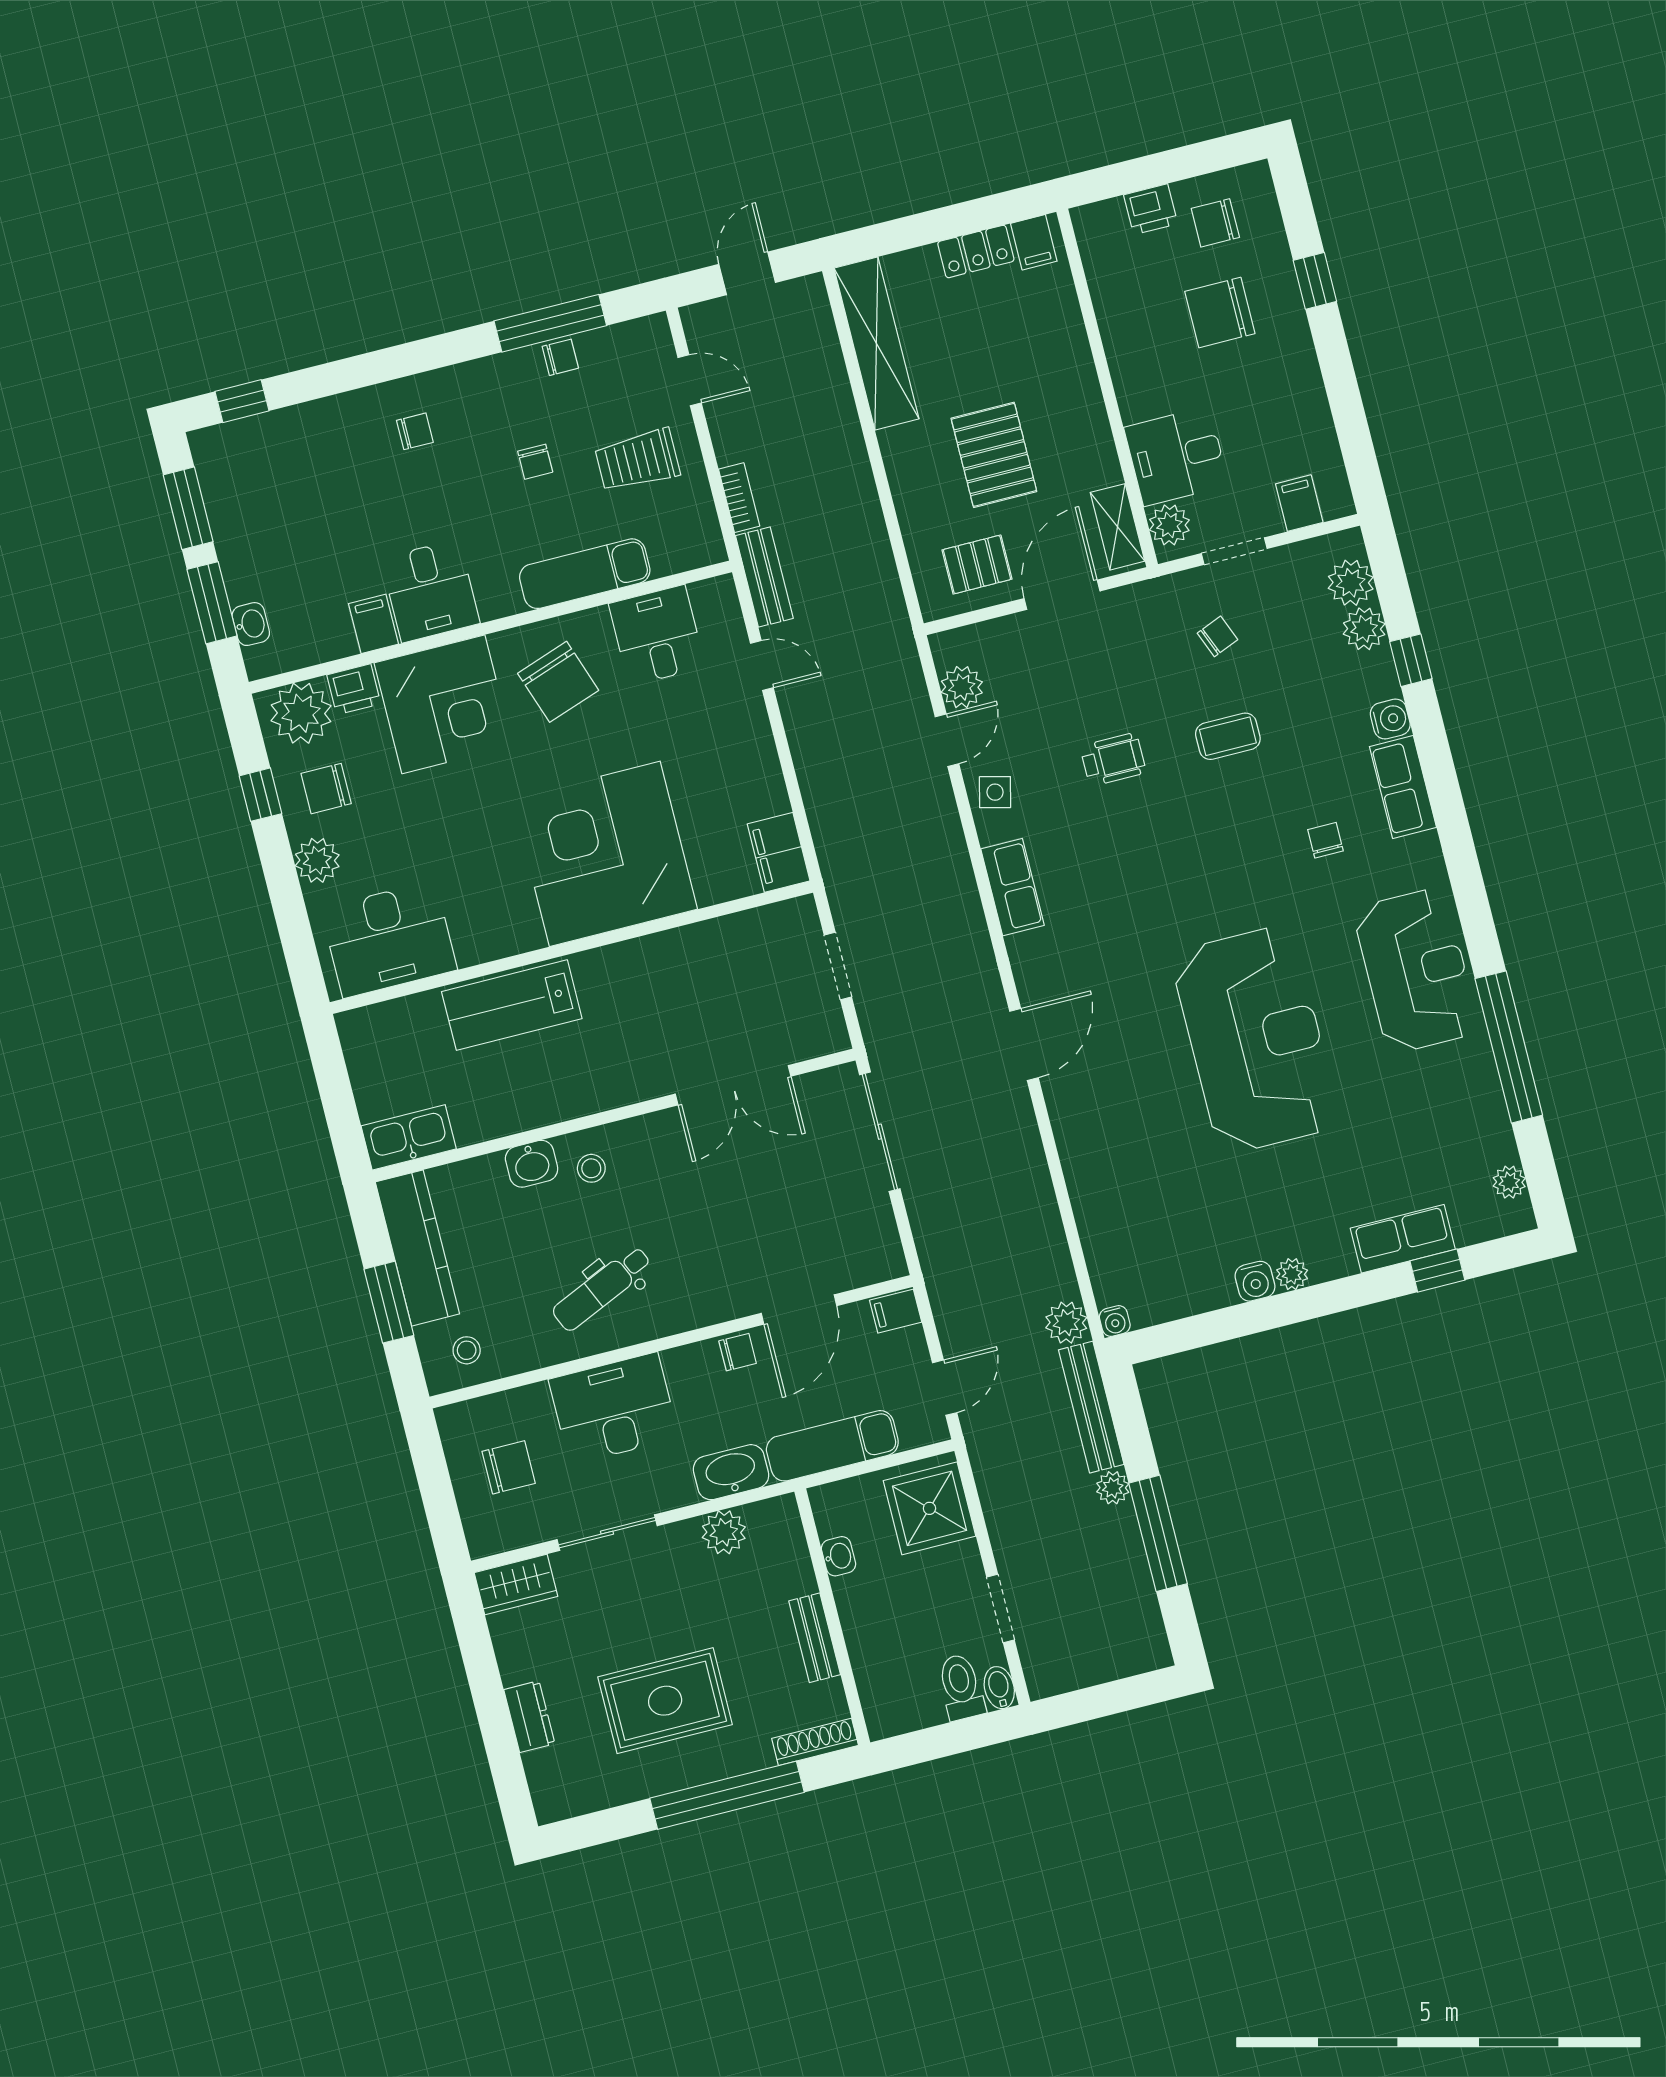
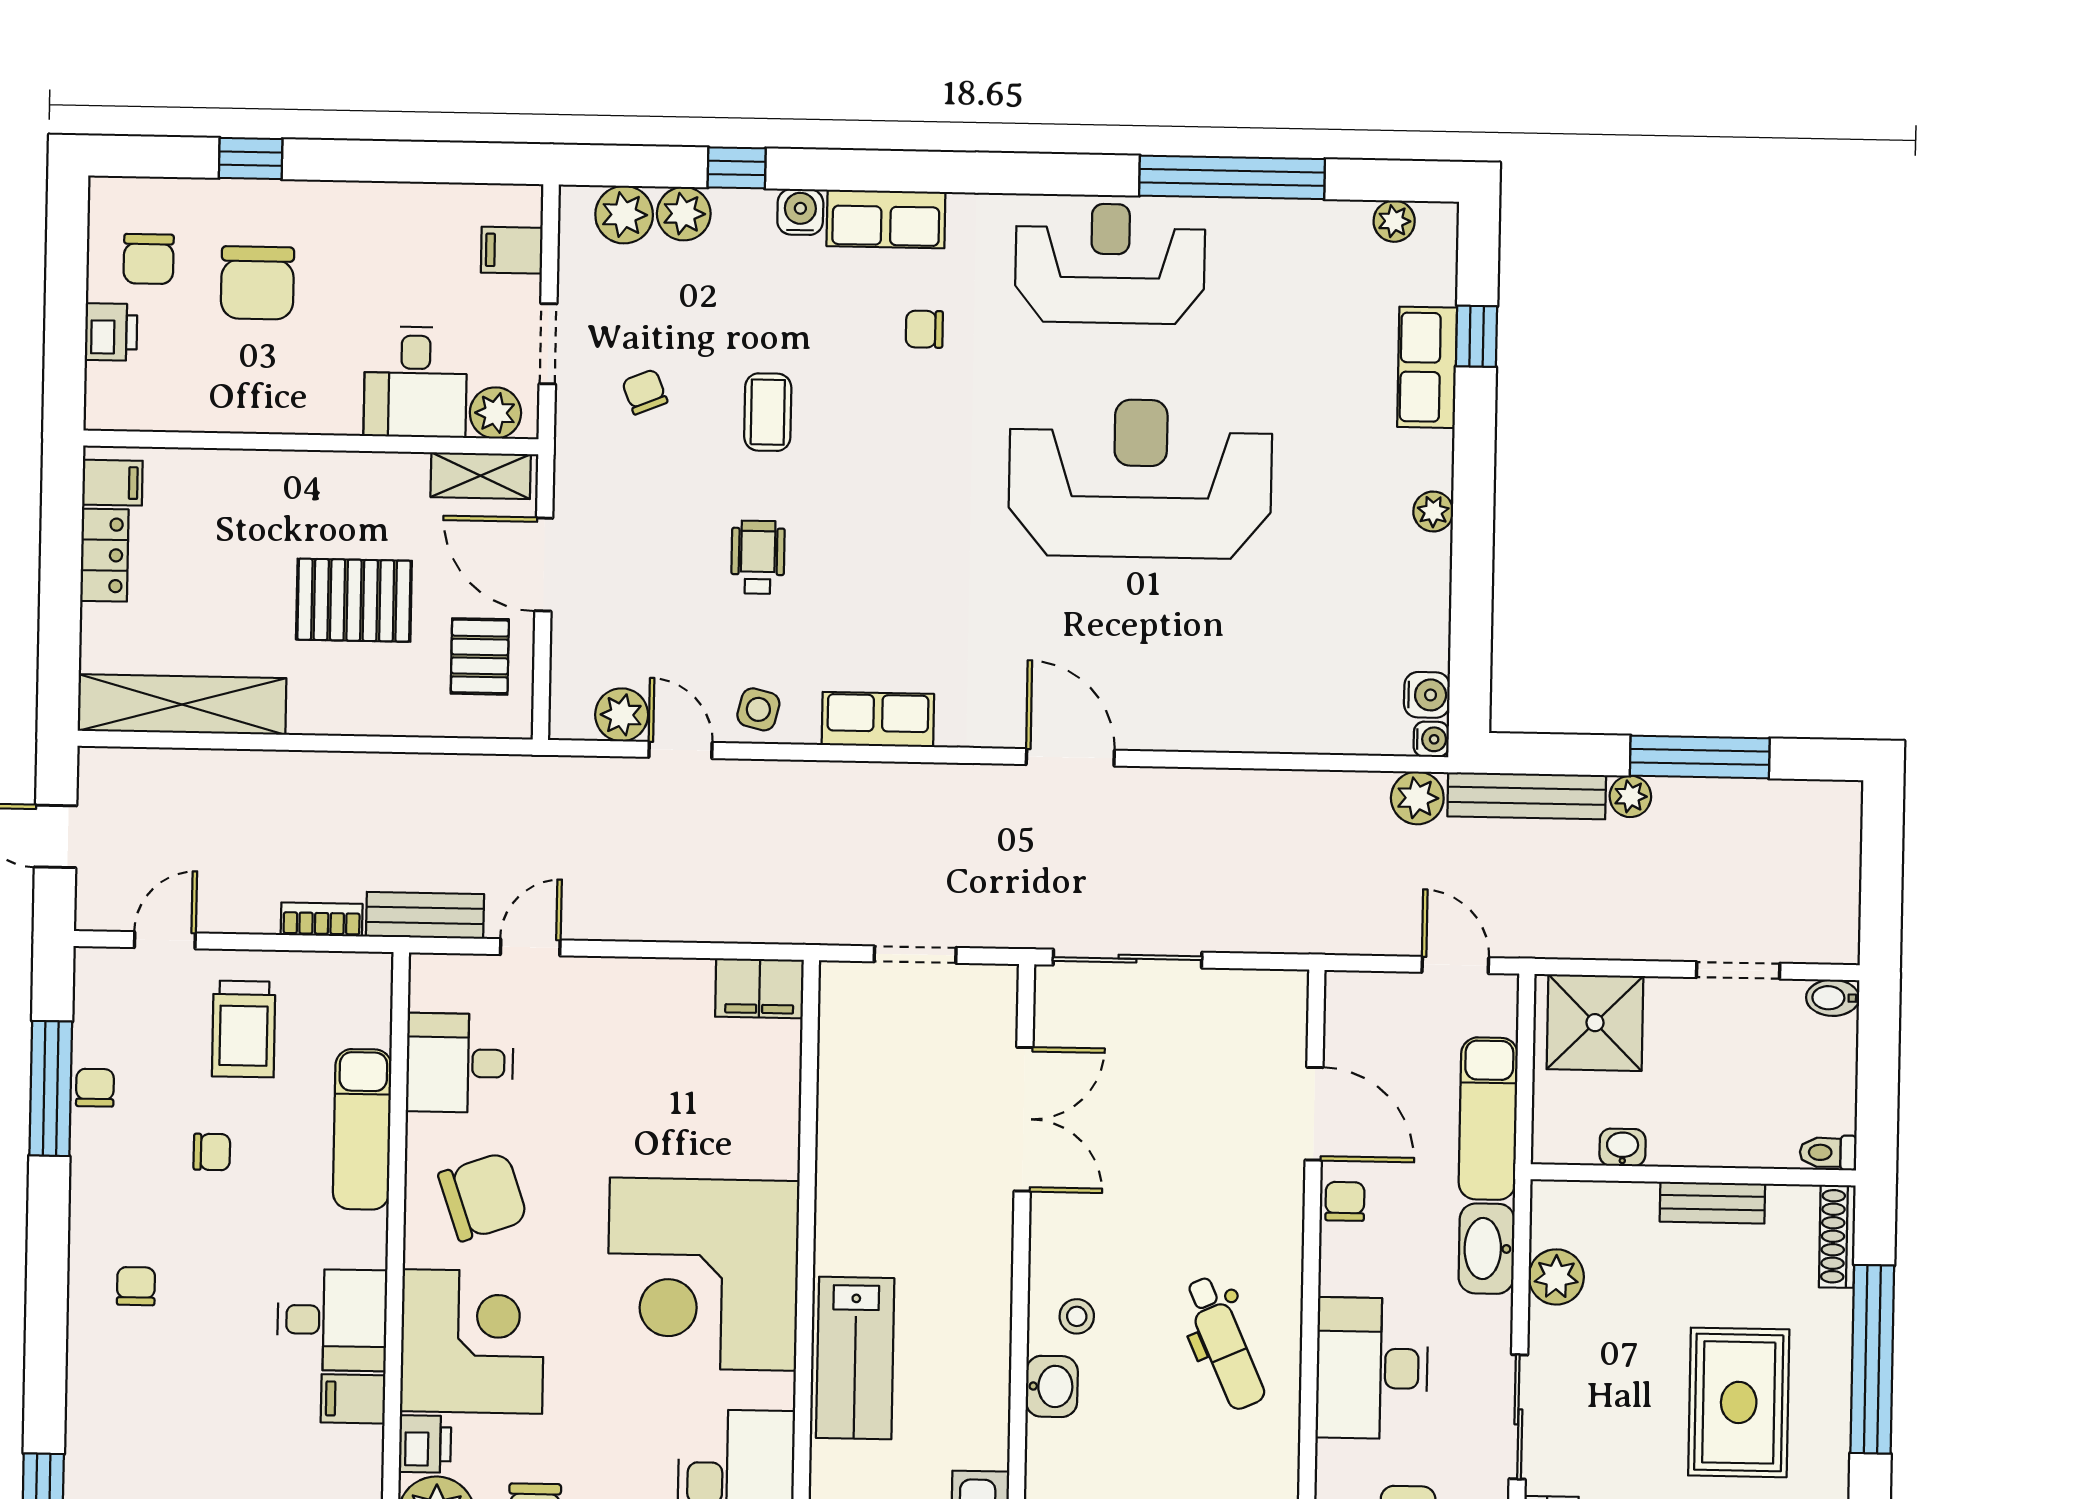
corner desk: (605, 854) -> (703, 1274), moved
water cooler: (1255, 1281) -> (1427, 695), moved
filing cabinet: (896, 1311) -> (1348, 999), removed
toilet: (961, 1687) -> (1828, 1152), moved, width x0.73, depth x0.72

